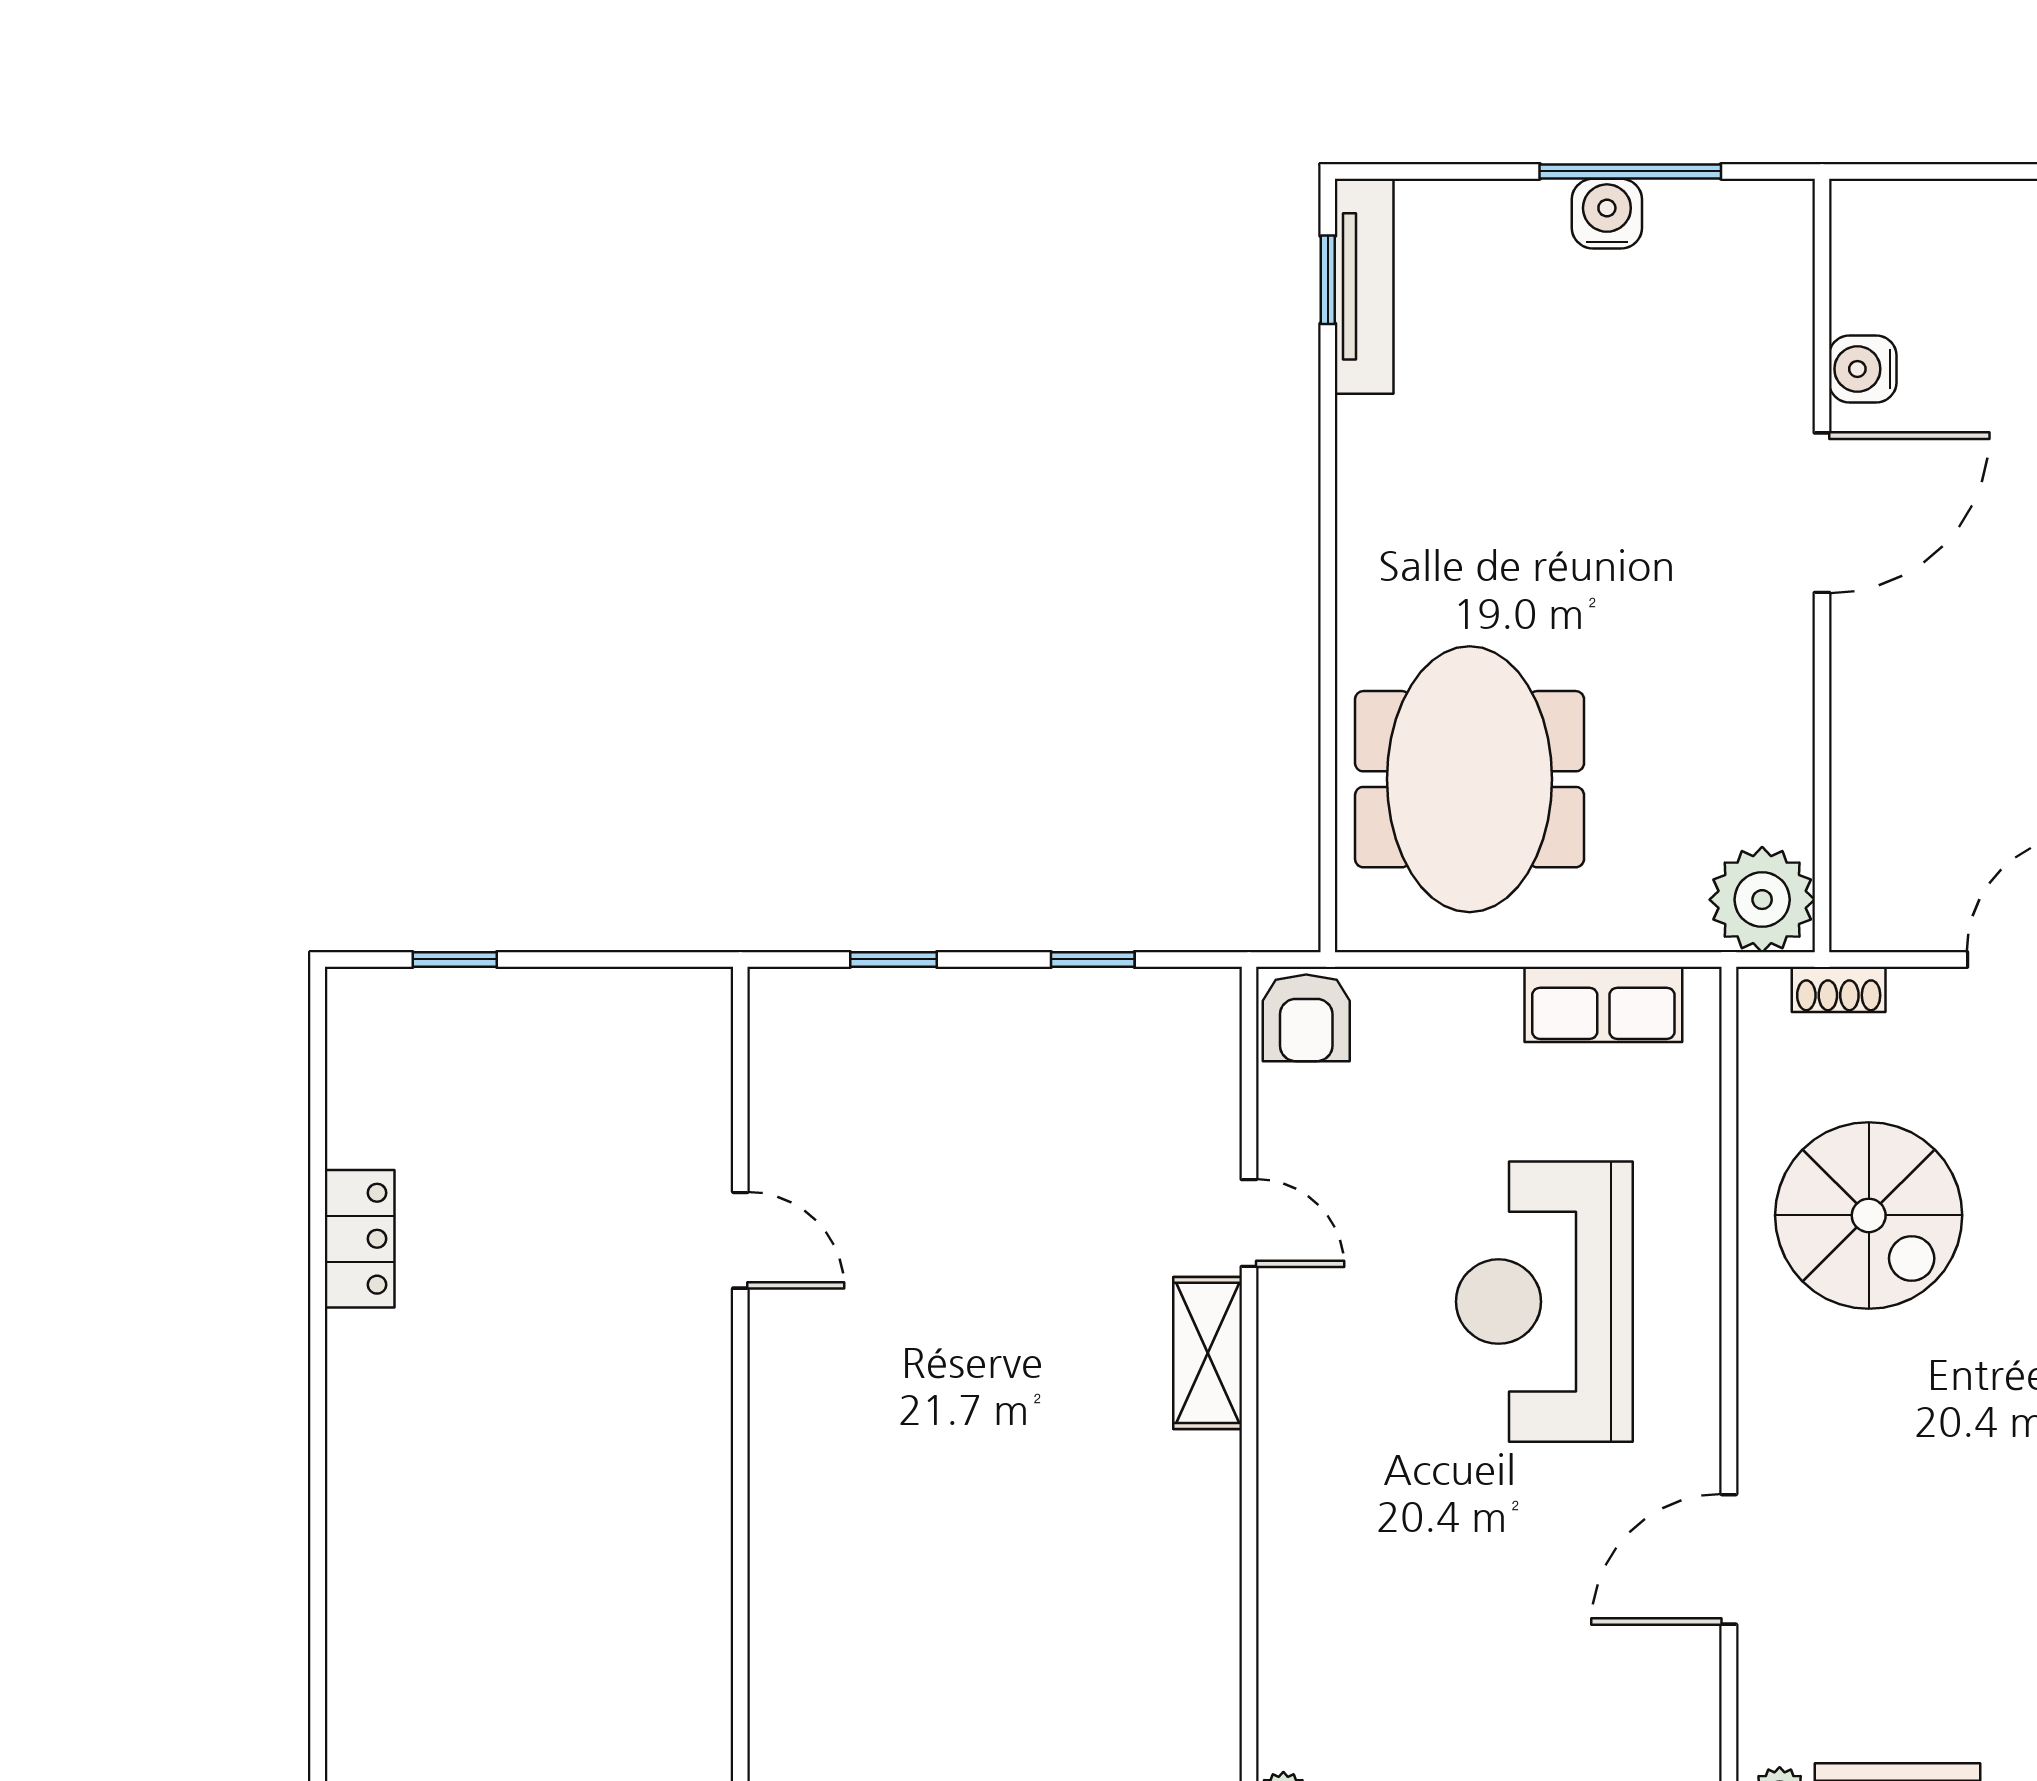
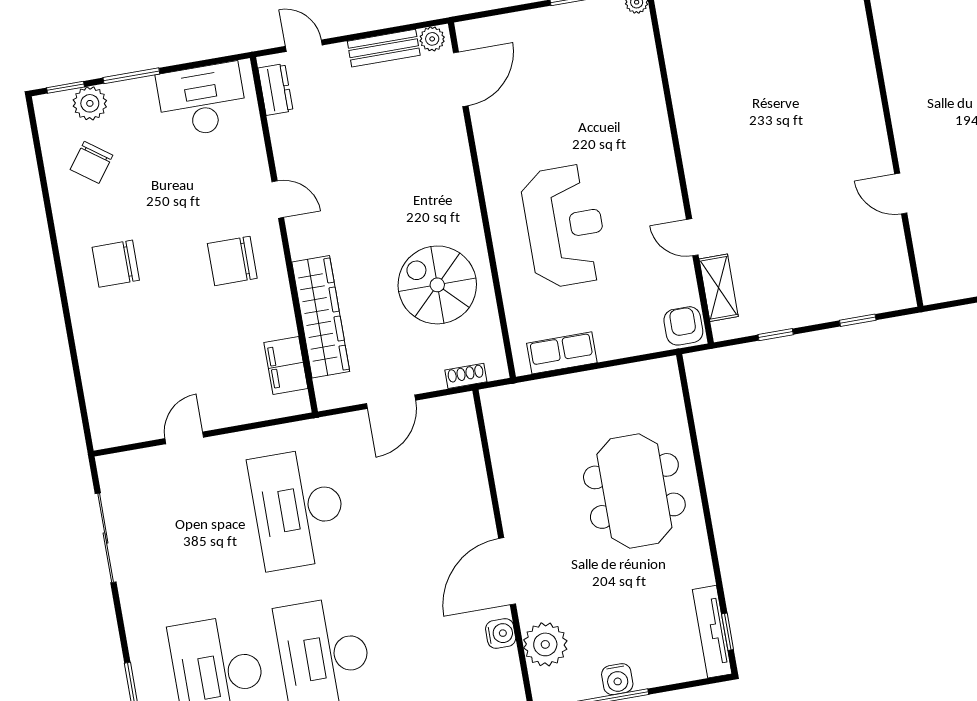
meeting table: (1470, 779) -> (634, 491), moved
plant: (1762, 900) -> (545, 644), moved
shelving: (1208, 1353) -> (719, 288), moved
door: (1729, 1559) -> (461, 79), moved

